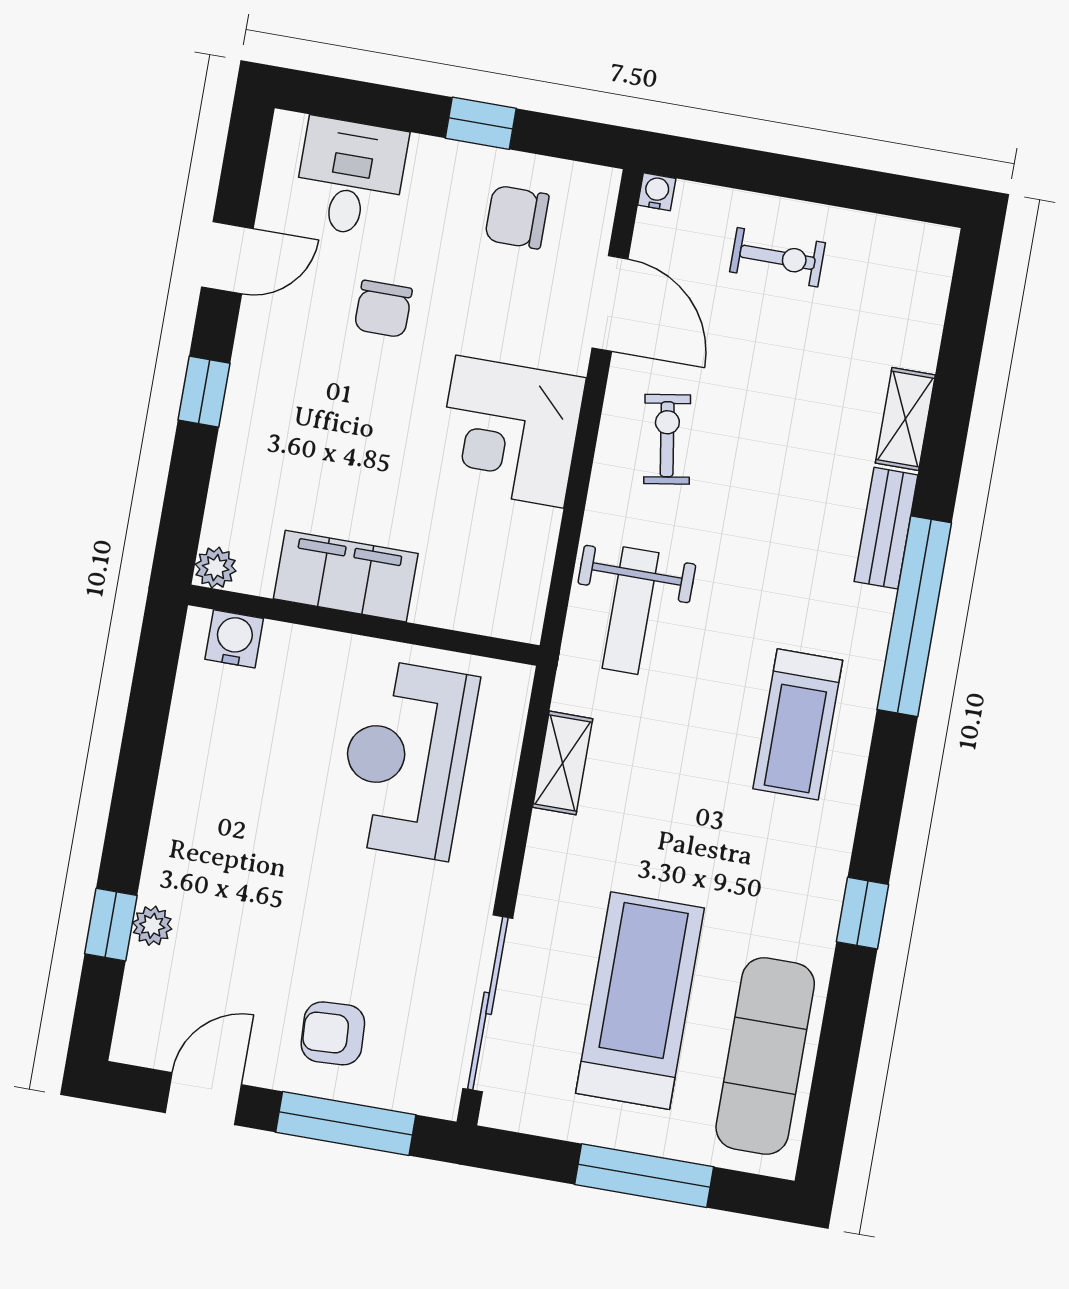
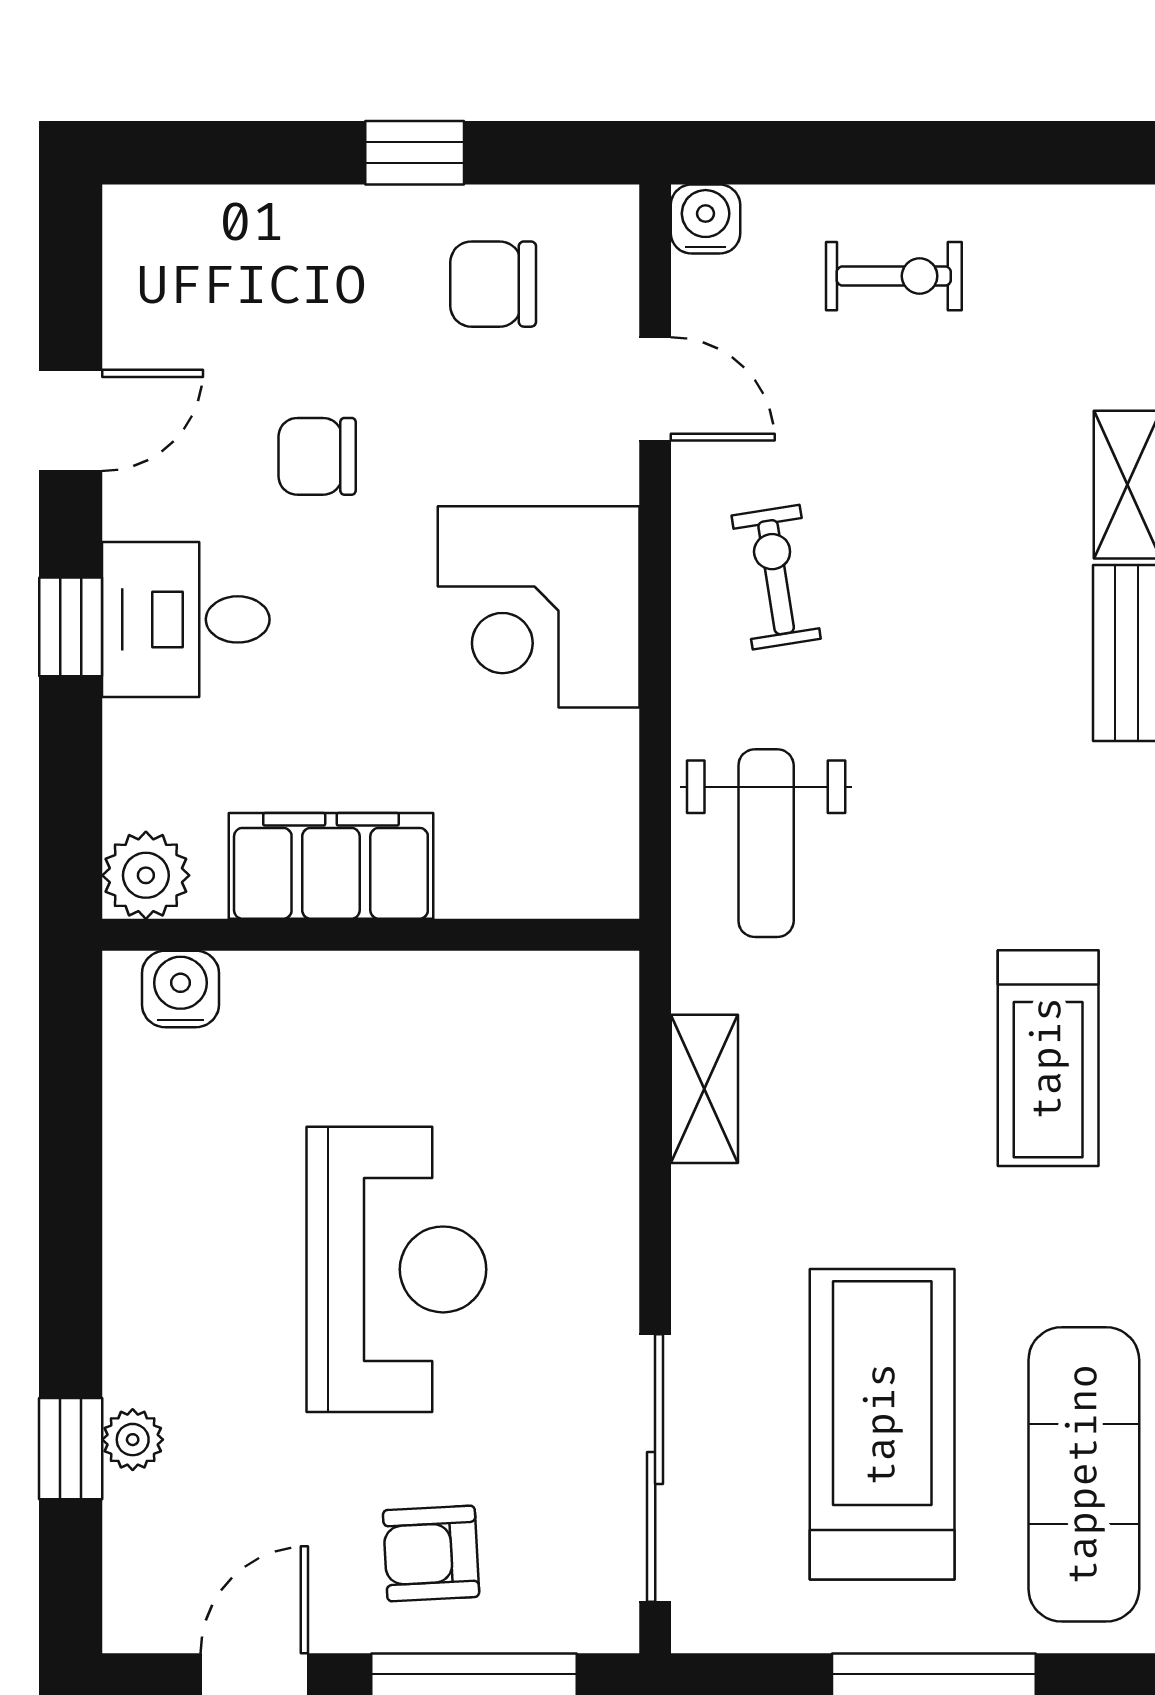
desk: (350, 177) -> (186, 619), moved, turned -90
water cooler: (657, 192) -> (706, 219), width x1.38, depth x1.38
door: (610, 303) -> (655, 389), width x0.73
chair: (383, 309) -> (317, 456), turned 90
plant: (216, 568) -> (146, 875), width x1.38, depth x1.38
treadmill: (798, 724) -> (1048, 1058), moved
reception desk: (406, 759) -> (396, 1269), moved, turned 180

